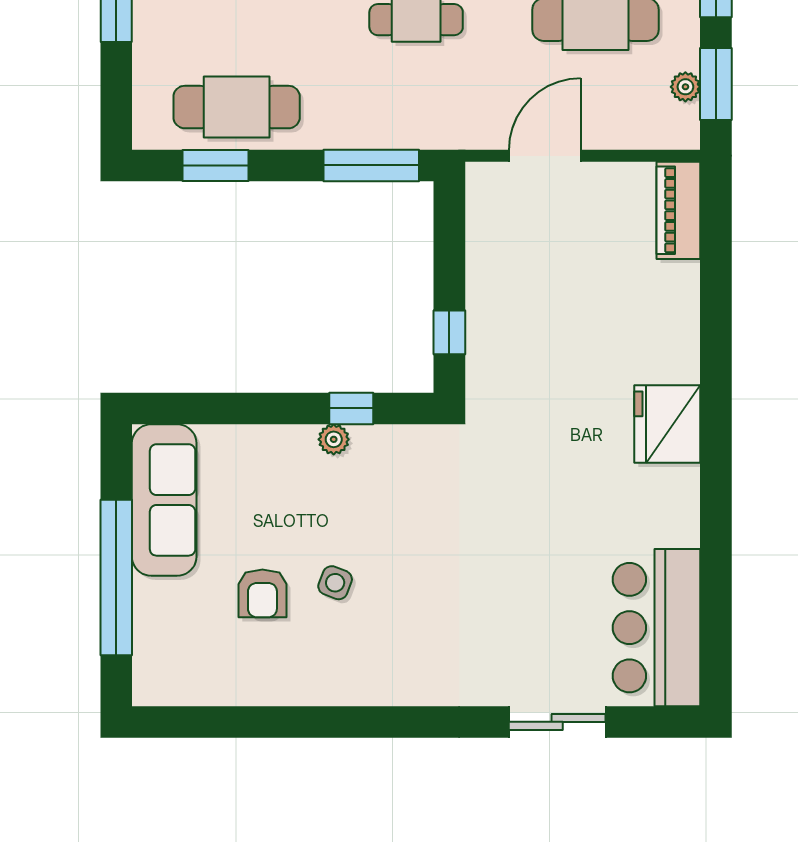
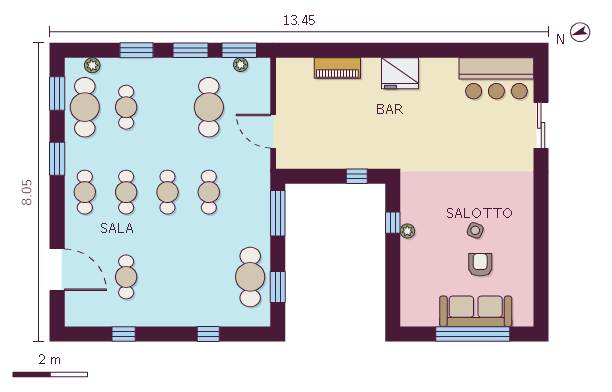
piano: (678, 210) -> (337, 68), moved
sofa: (164, 500) -> (476, 311), moved
armchair: (262, 593) -> (480, 265), turned -90

